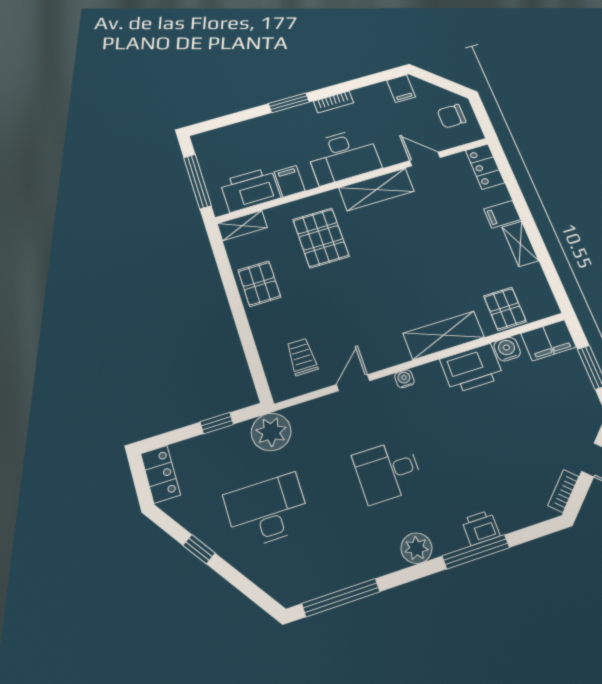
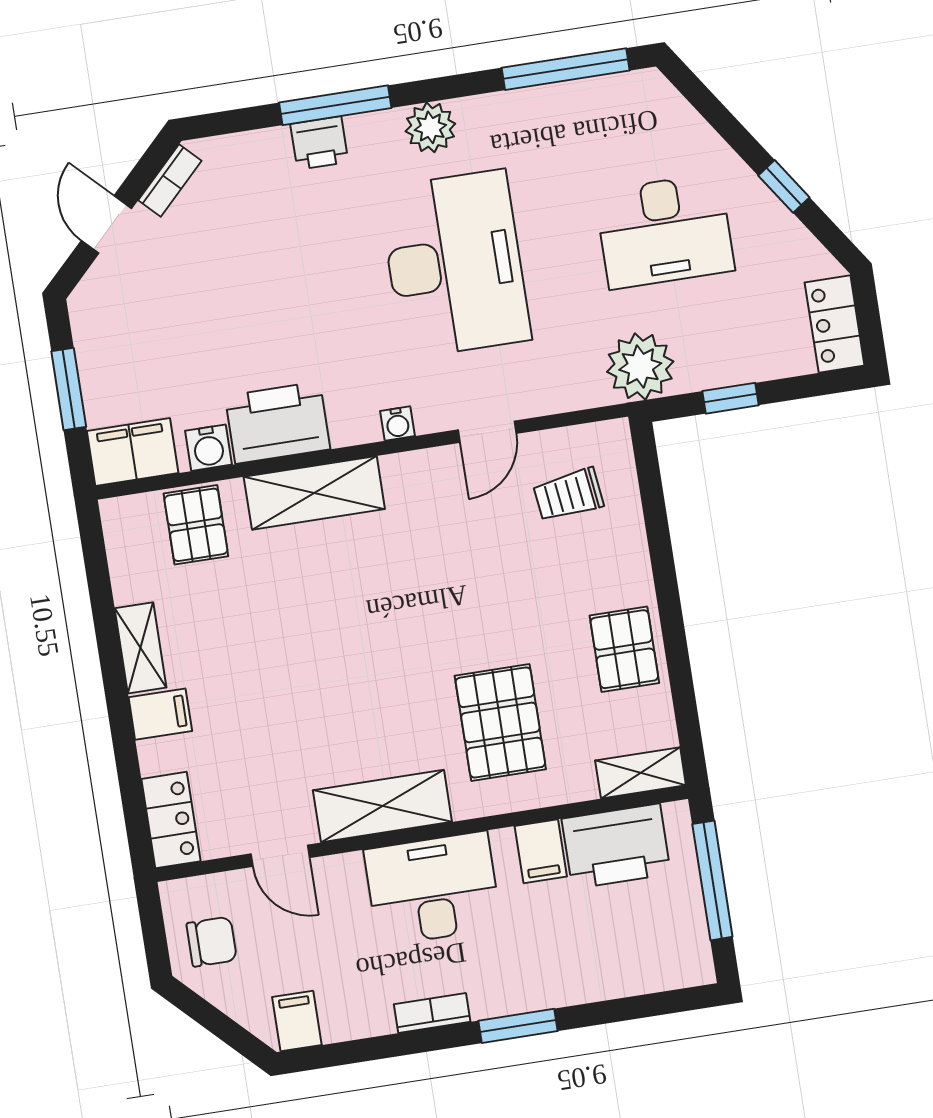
trolley: (302, 357) -> (568, 495), turned 83
desk: (388, 471) -> (455, 264), width x1.87, depth x1.30

